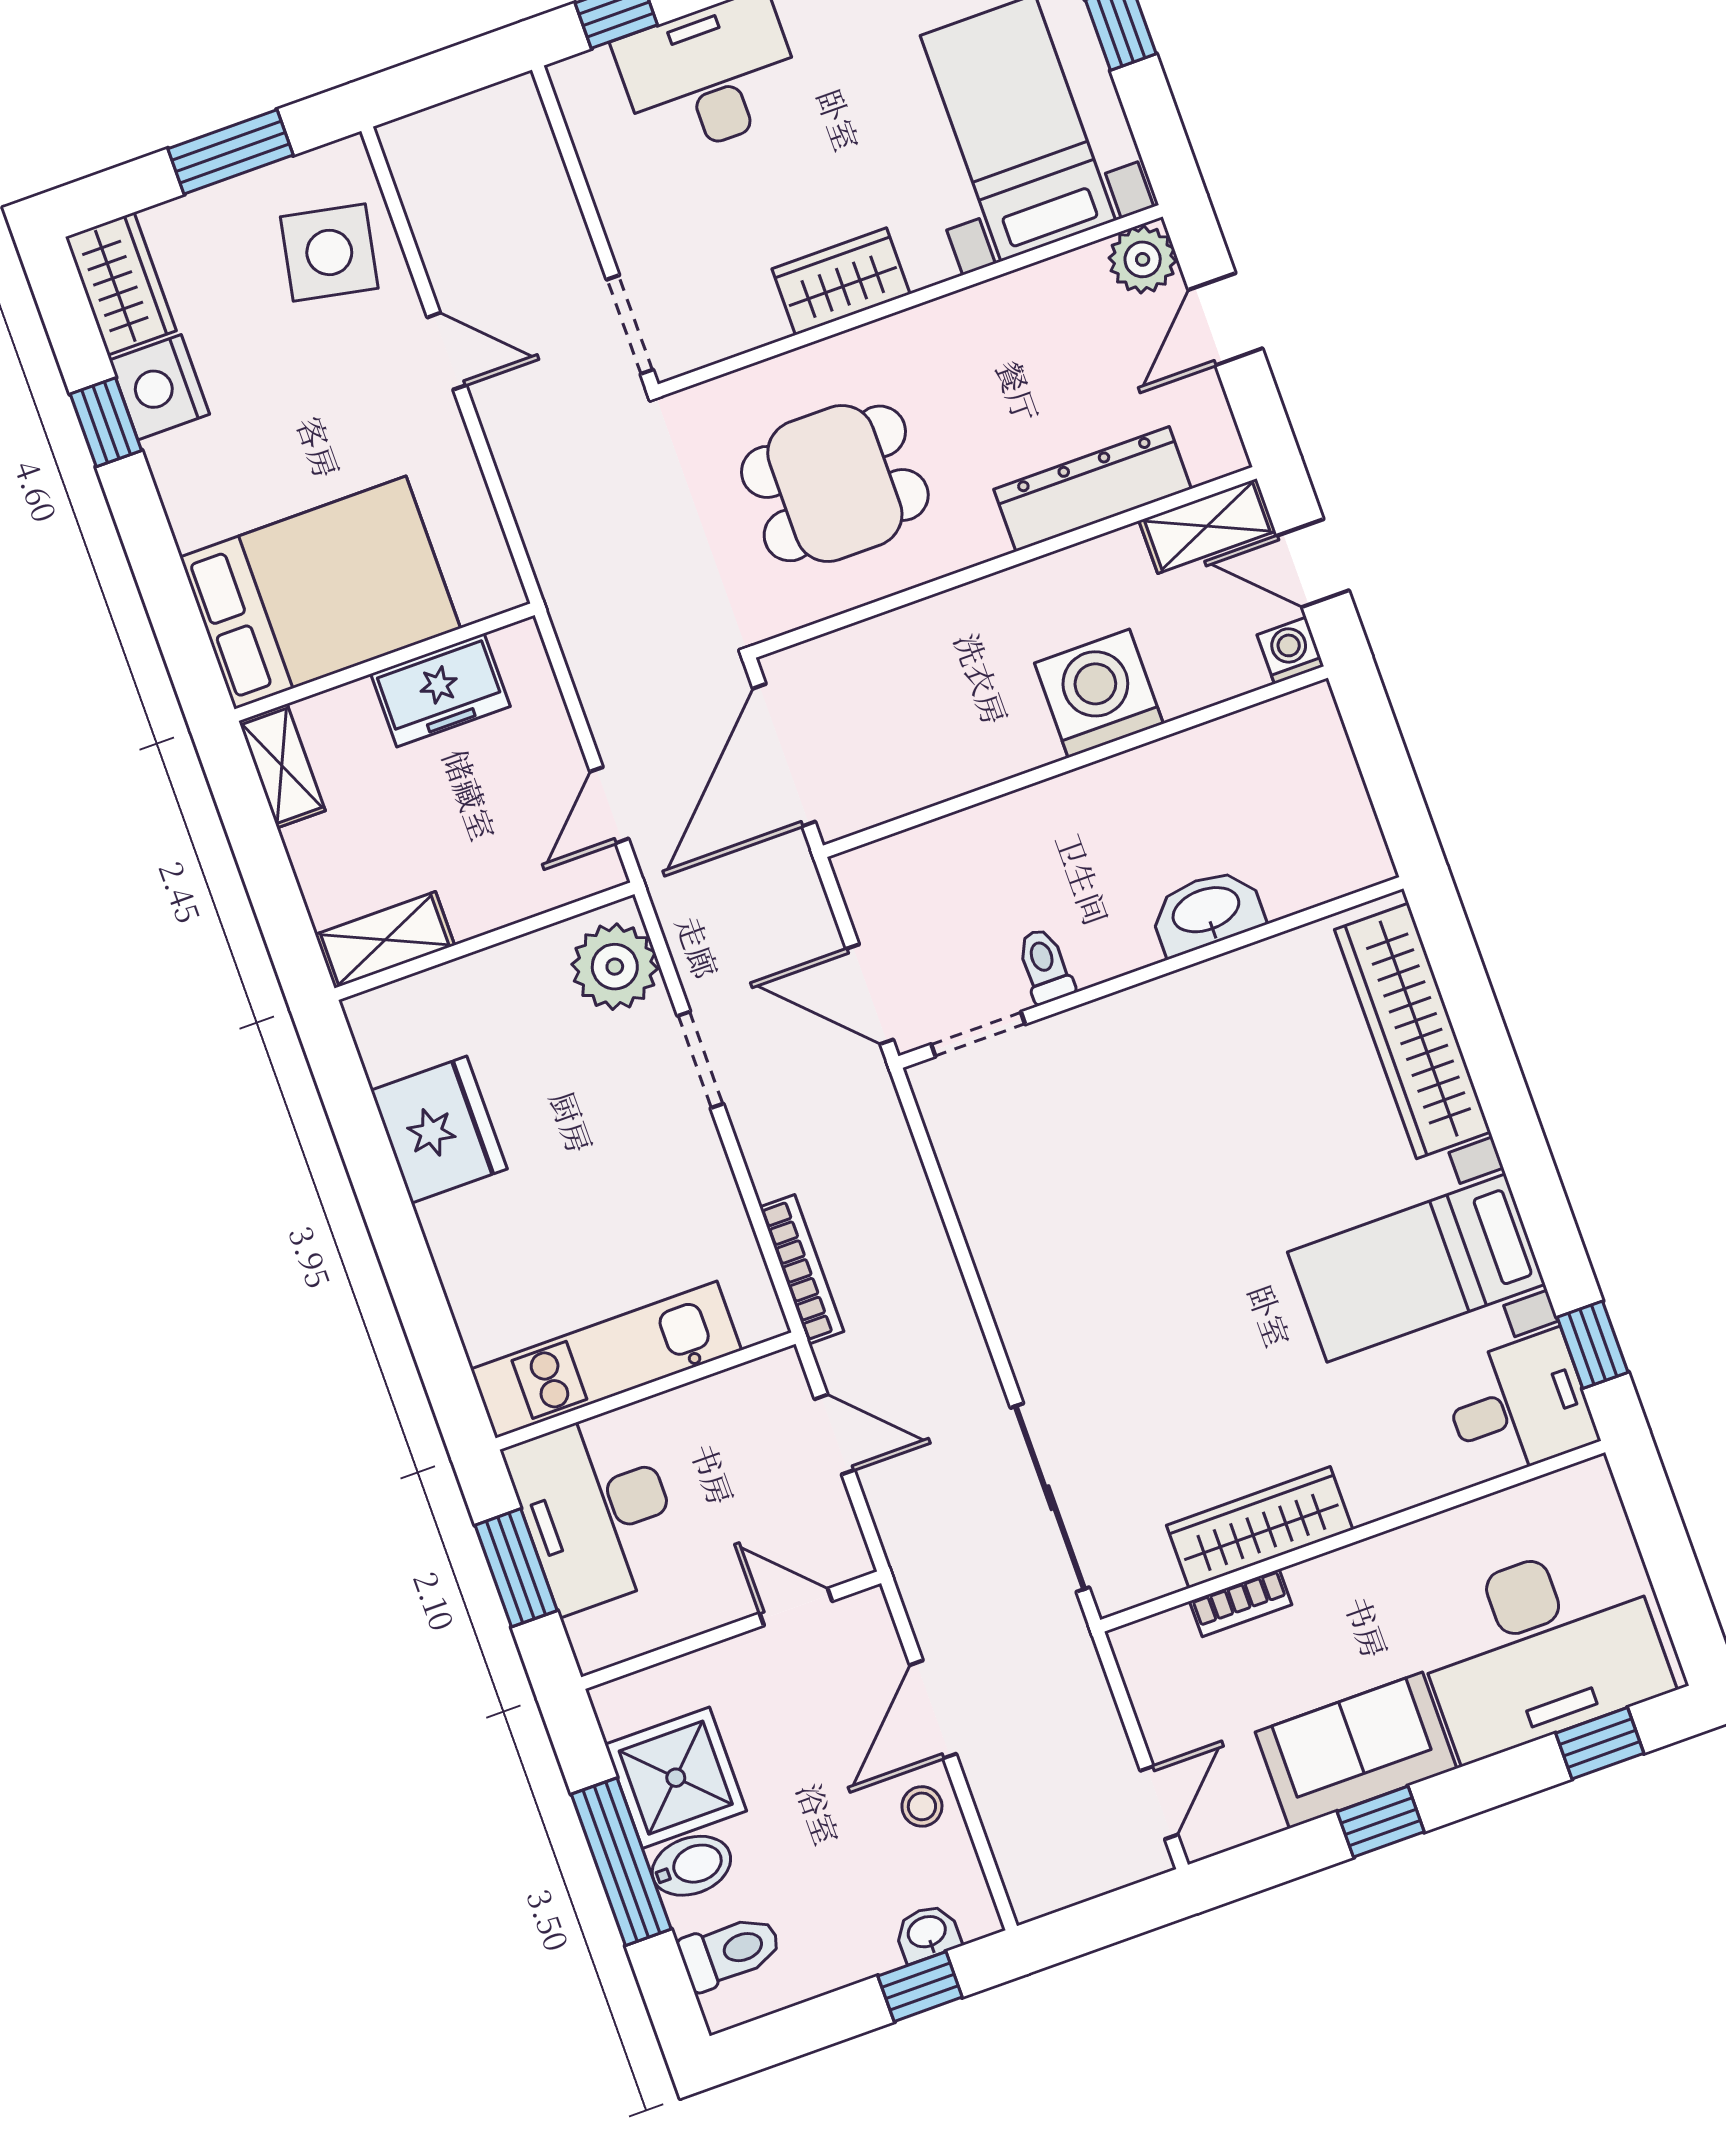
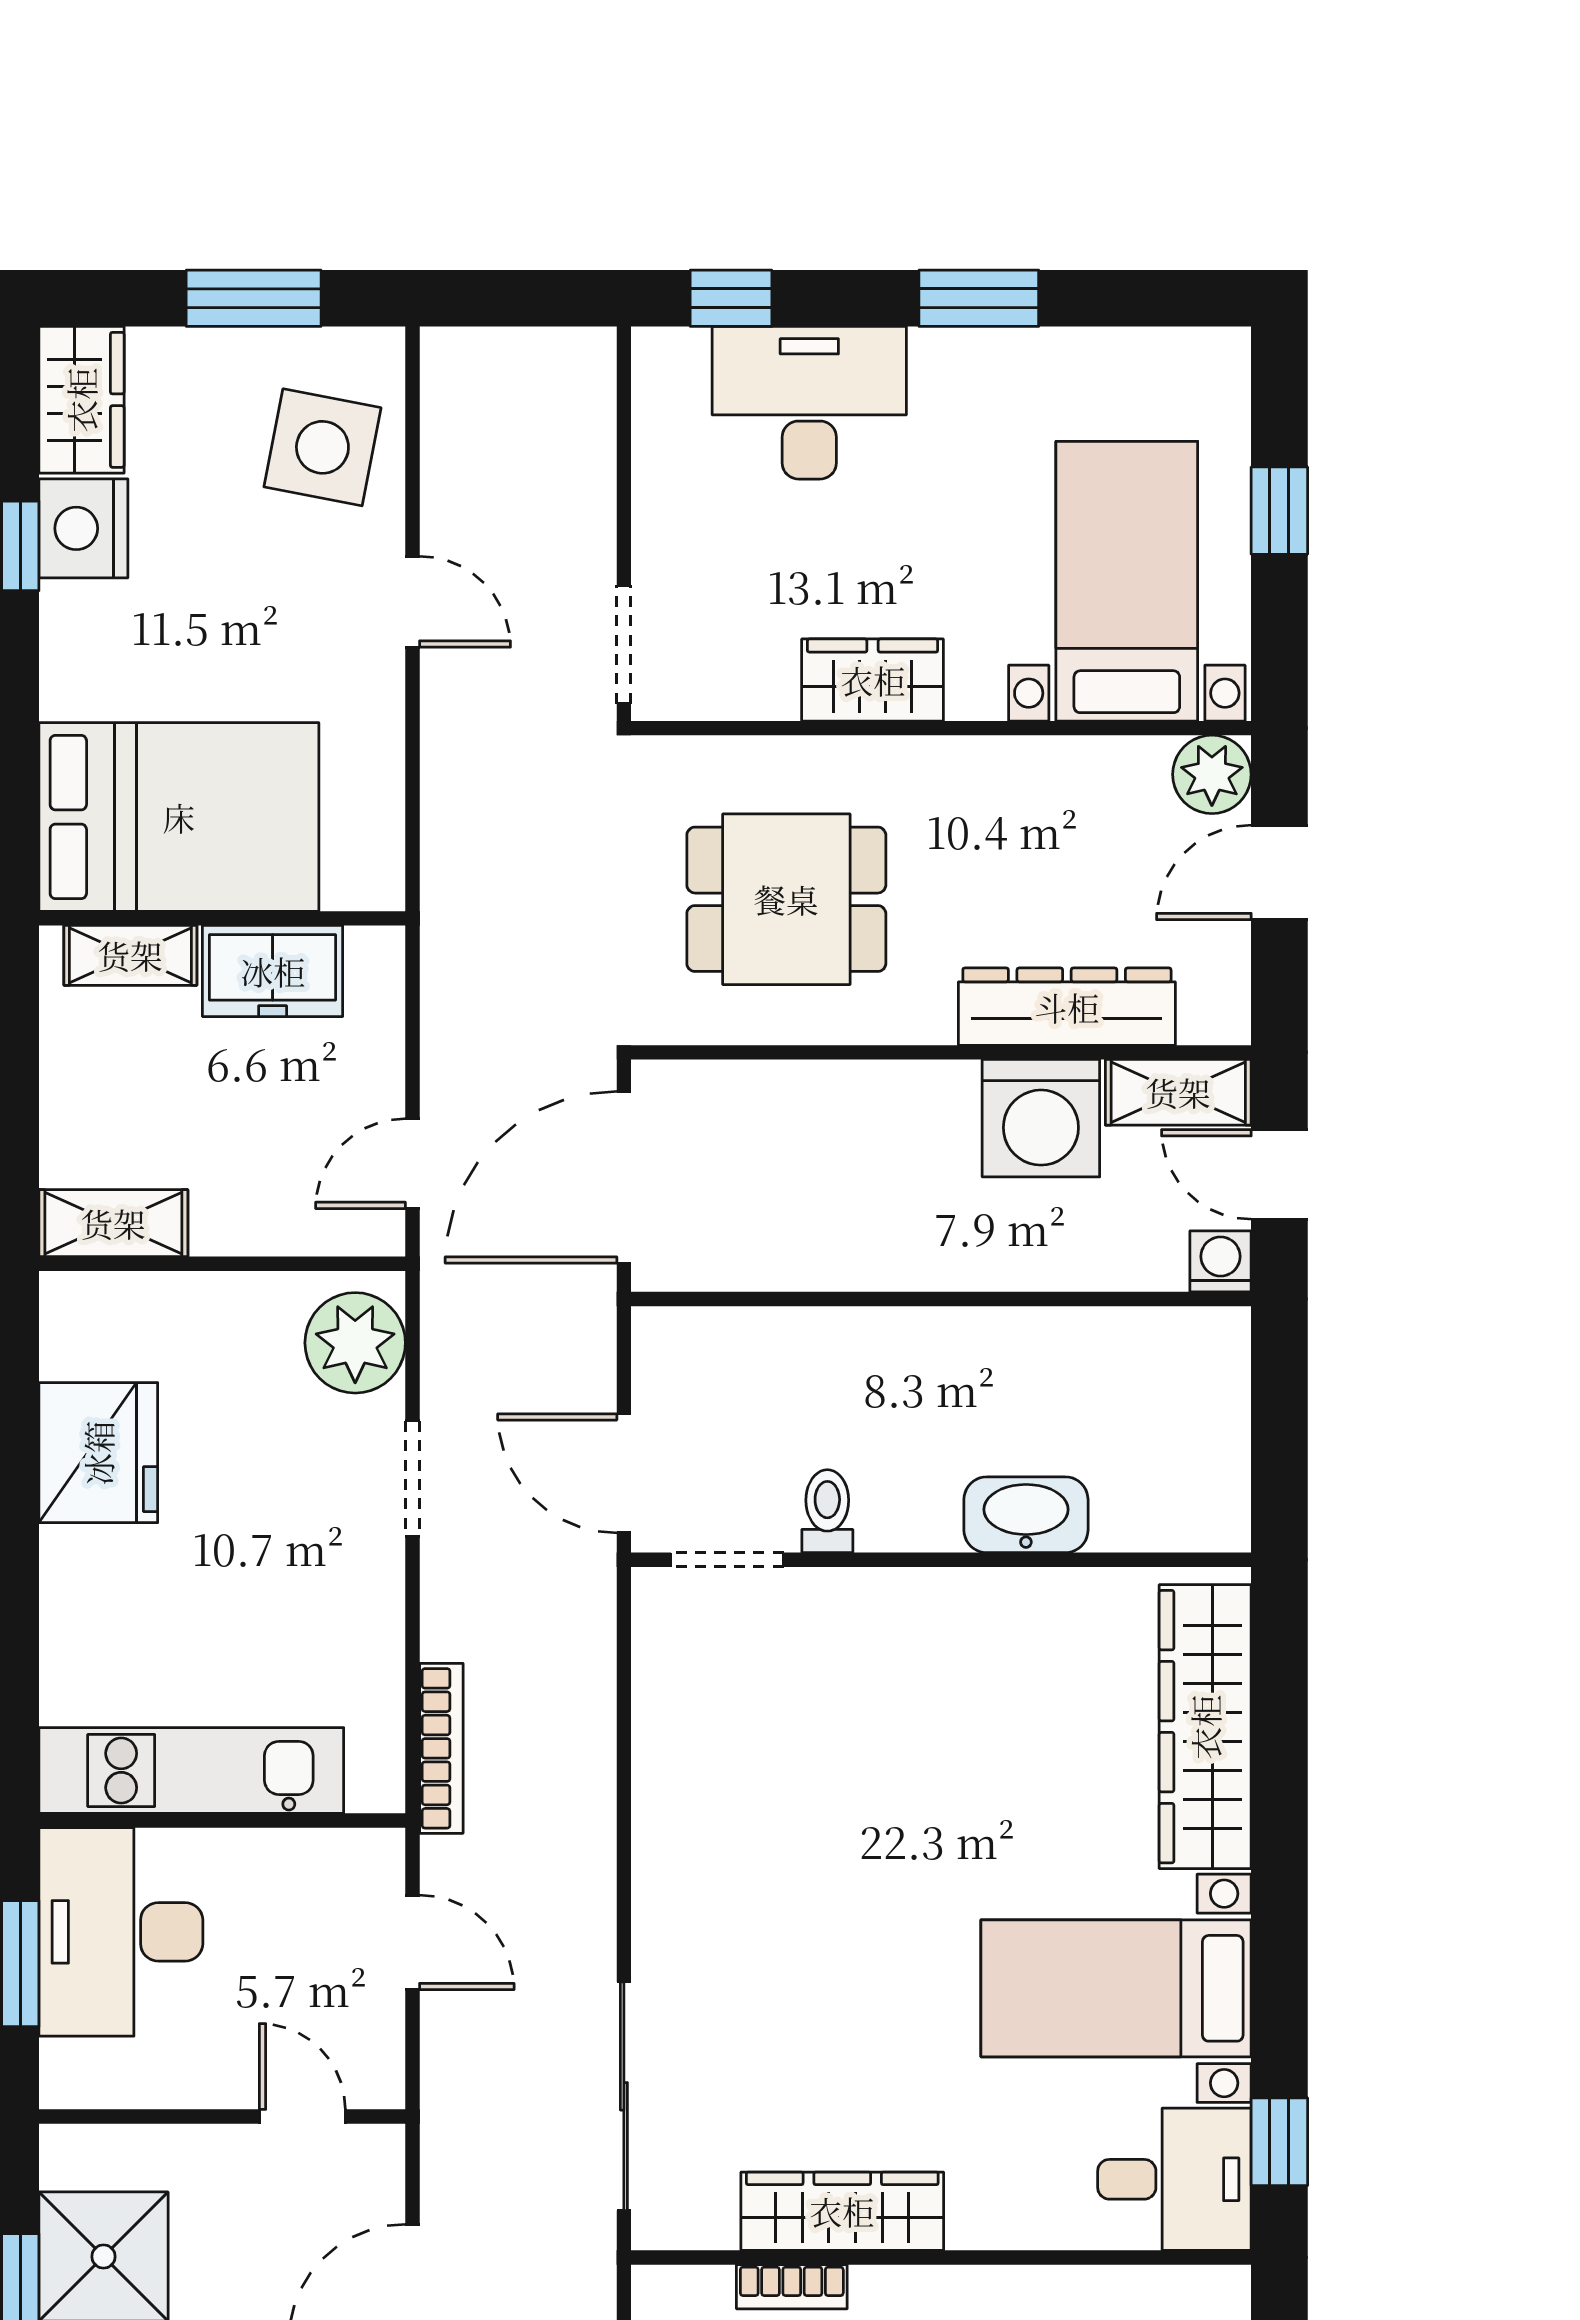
washing machine: (1099, 693) -> (1041, 1118), moved, turned 180
shelving: (282, 766) -> (130, 955), moved, turned 90

